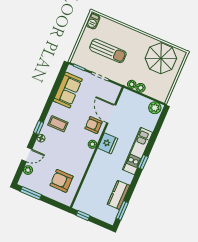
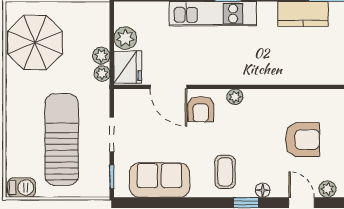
sun lounger: (108, 51) -> (62, 140), width x1.36, depth x1.34
plant: (155, 108) -> (125, 38), moved
door: (111, 114) -> (168, 87), hinge flipped
fridge: (108, 143) -> (128, 67), moved, turned 90
armchair: (62, 181) -> (302, 140), moved, turned -90

